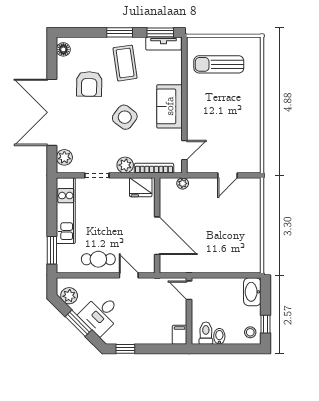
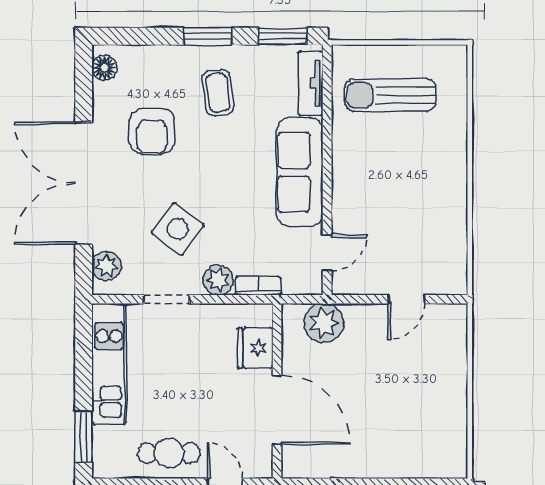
tv unit: (163, 44) -> (311, 83), moved, turned 90
coffee table: (125, 63) -> (218, 93), width x0.73, depth x0.77
sofa: (170, 106) -> (300, 172), width x1.36
side table: (125, 117) -> (178, 229), moved
bookcase: (154, 168) -> (258, 286), width x0.64
plant: (183, 183) -> (324, 323), width x1.88, depth x1.88
fridge: (141, 187) -> (255, 348), moved, turned 90

